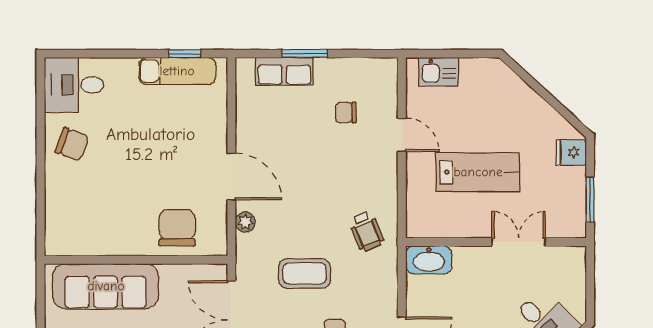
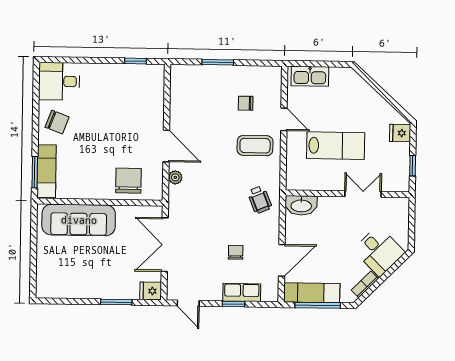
exam couch: (177, 71) -> (47, 171), moved, turned -90
row of seats: (284, 71) -> (204, 74), removed
kitchen sink: (439, 72) -> (310, 76), width x1.38
window: (590, 200) -> (413, 166), width x0.67
window: (41, 218) -> (35, 172), added
wheelchair: (367, 231) -> (260, 200), moved
coffee table: (304, 274) -> (255, 146), moved

